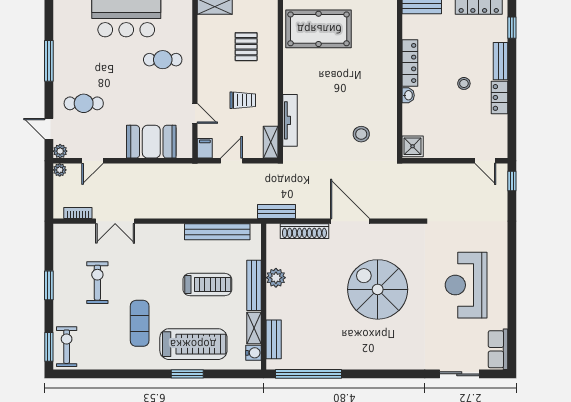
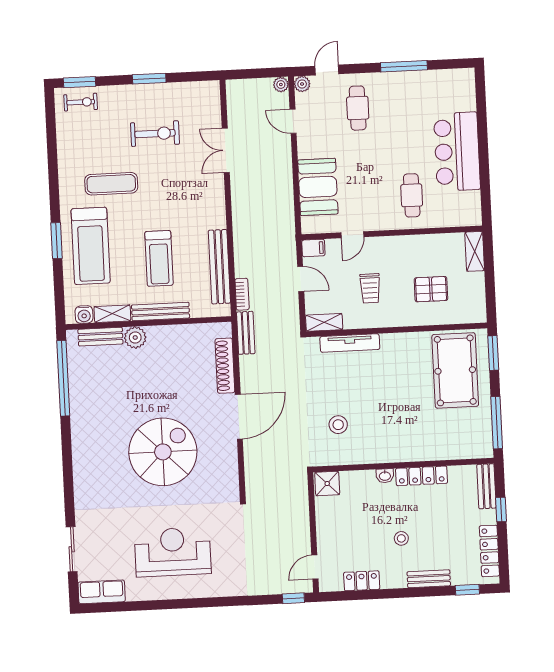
locker: (499, 97) -> (362, 581), moved
bookcase: (78, 213) -> (242, 294), moved
plant: (276, 278) -> (135, 338), moved
exercise bike: (67, 347) -> (81, 102), width x0.73, depth x0.72

